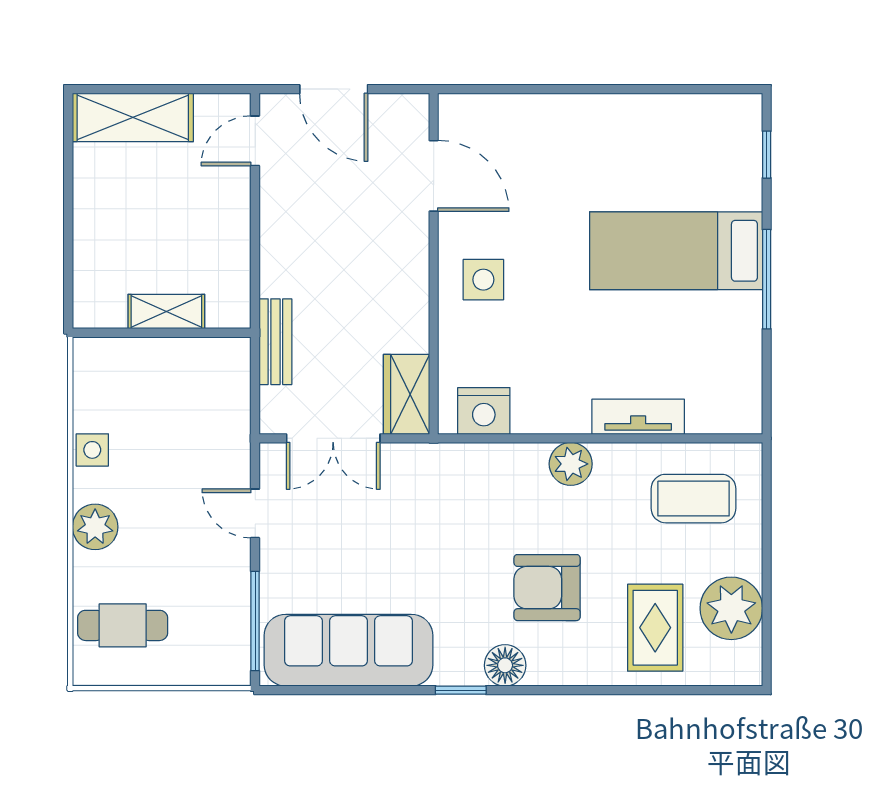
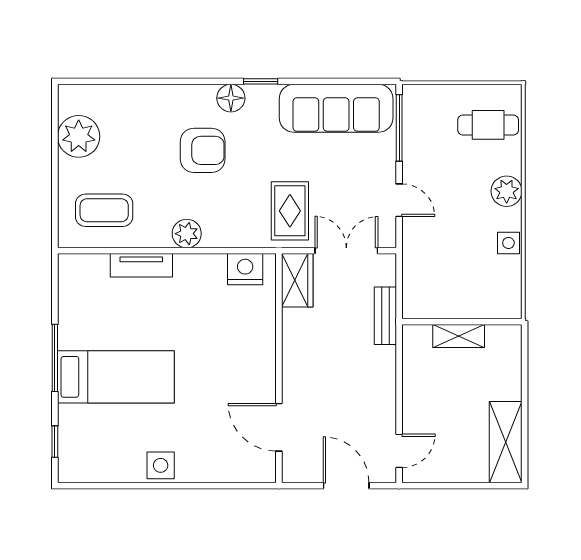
shelving: (133, 117) -> (506, 442), moved, turned 90
side table: (483, 280) -> (161, 465), moved
rug: (655, 628) -> (290, 211), moved

